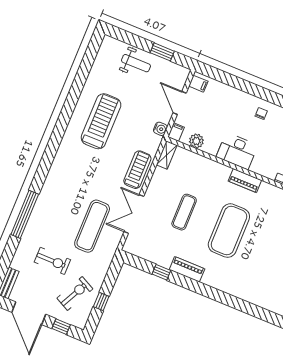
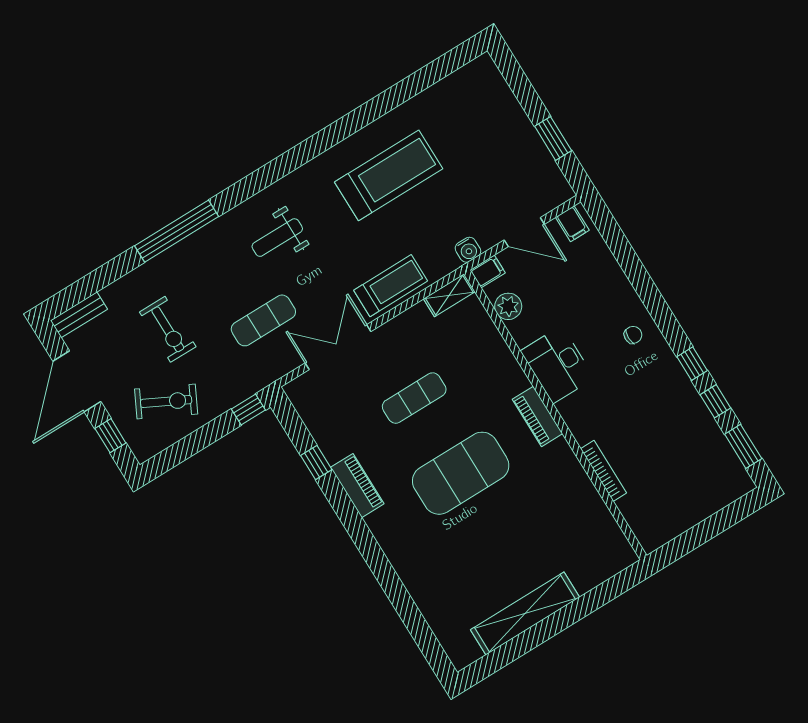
weight bench: (136, 63) -> (277, 238), moved, turned 90
door: (180, 103) -> (524, 232), swing flipped
exercise mat: (92, 226) -> (263, 320), width x0.73, depth x0.69
window: (101, 302) -> (248, 409), moved

